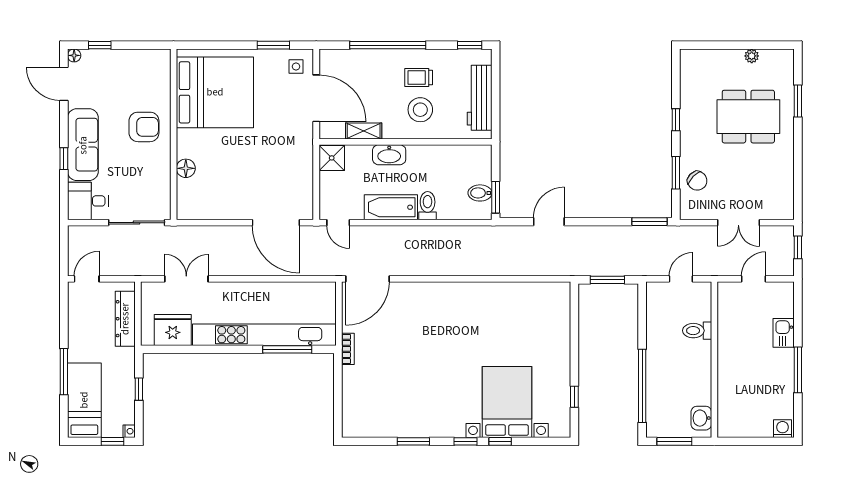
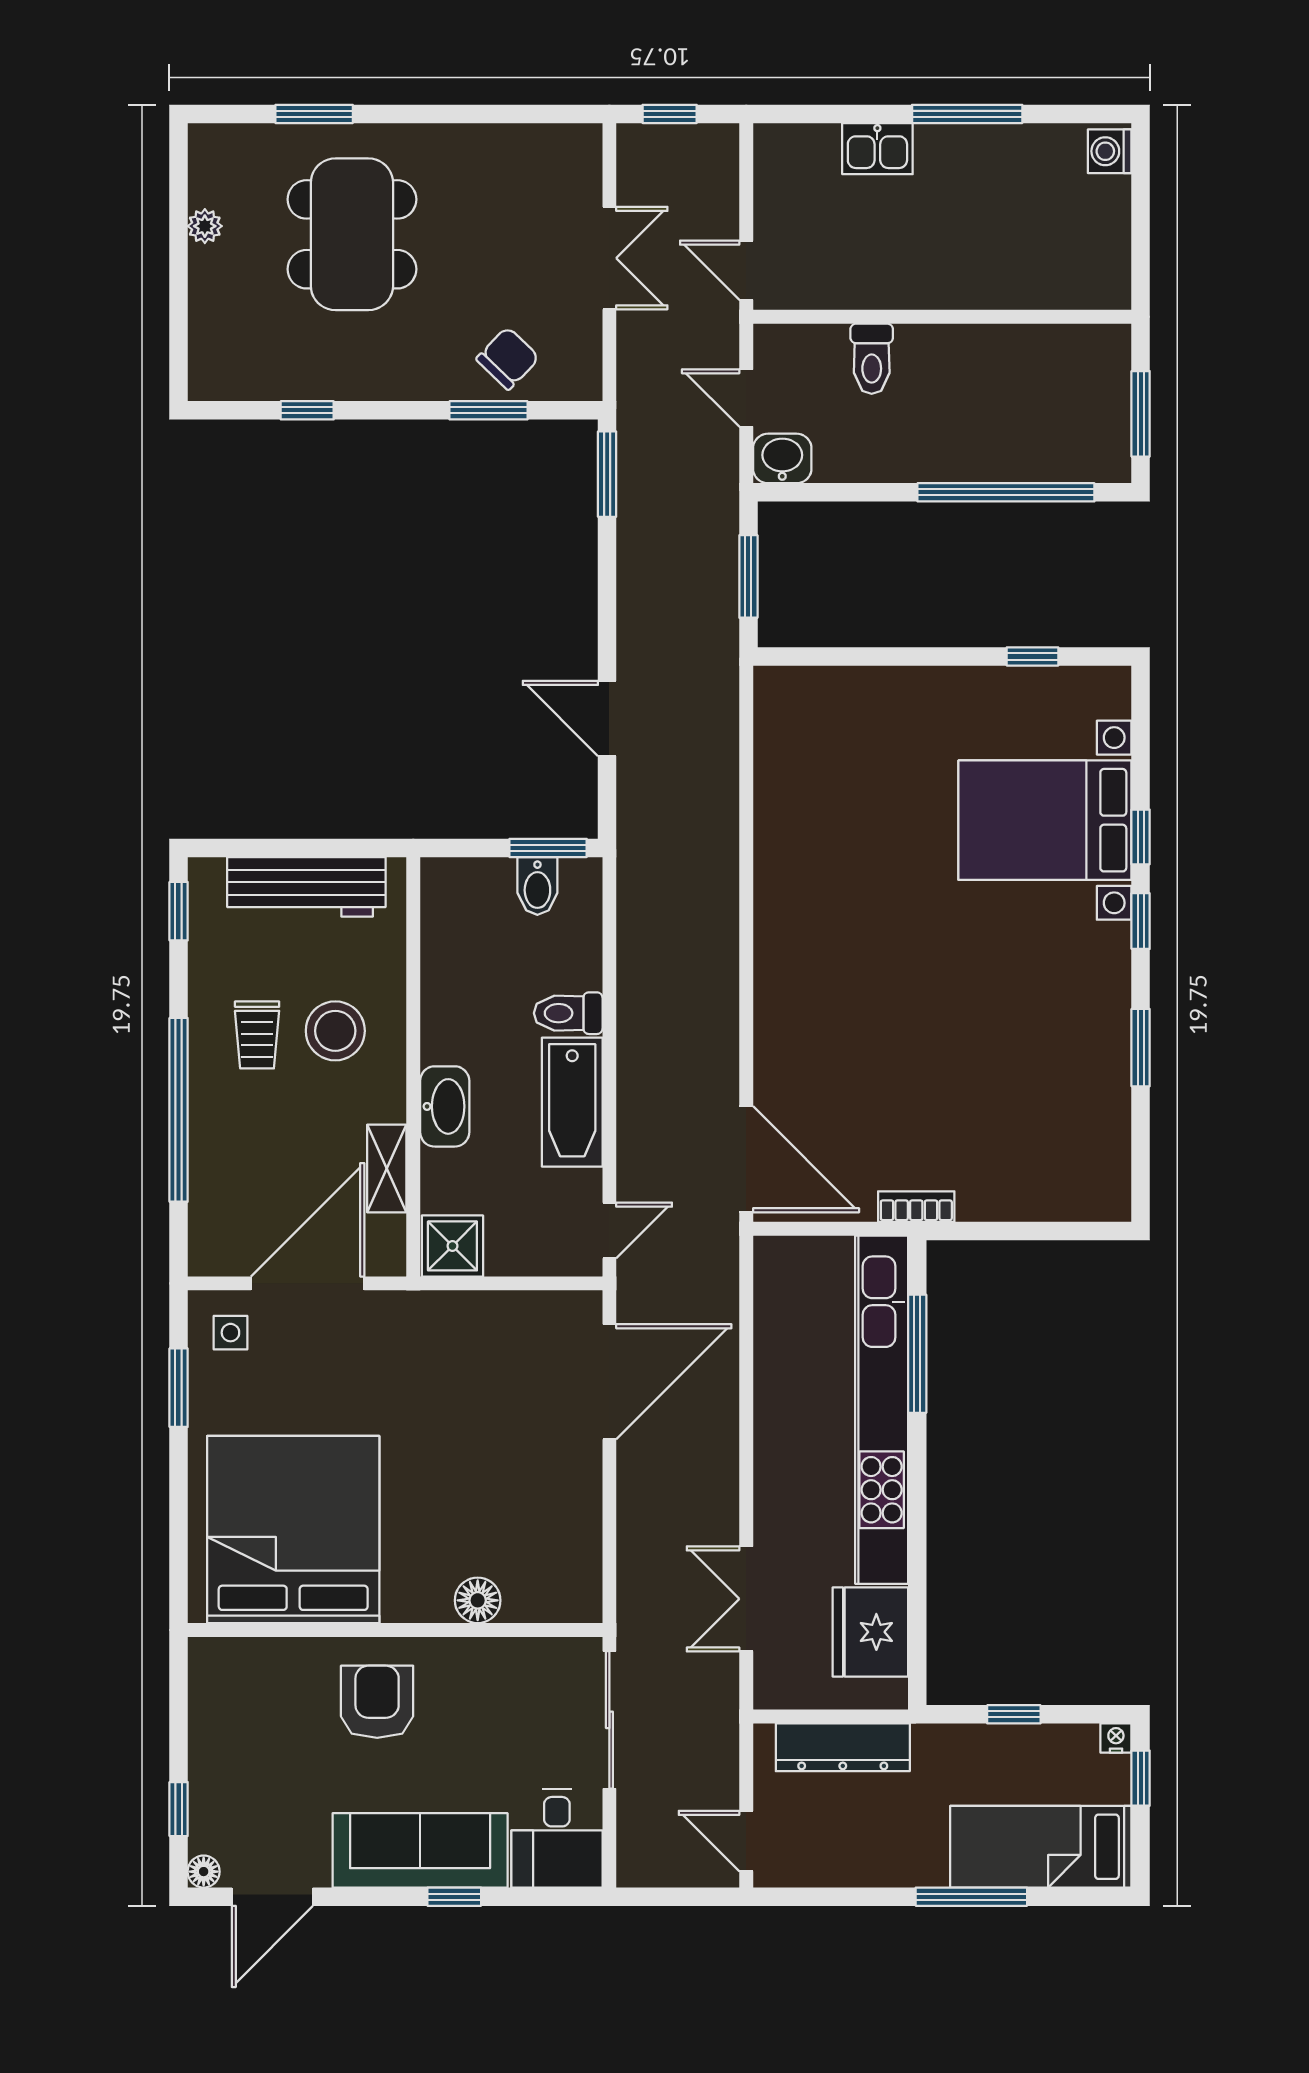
window: (676, 120) -> (307, 410), moved
door: (754, 279) -> (746, 270), moved
washbasin: (701, 418) -> (782, 458), moved, turned 180

